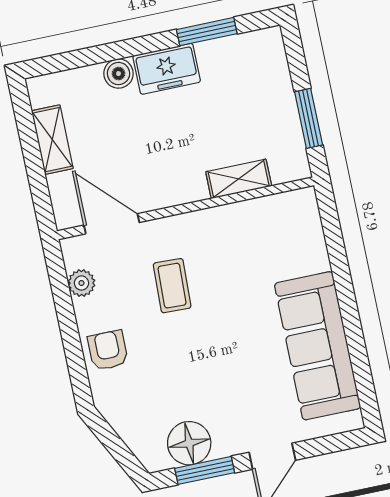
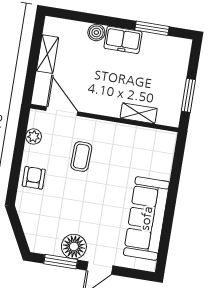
floor lamp: (189, 443) -> (74, 247), moved

